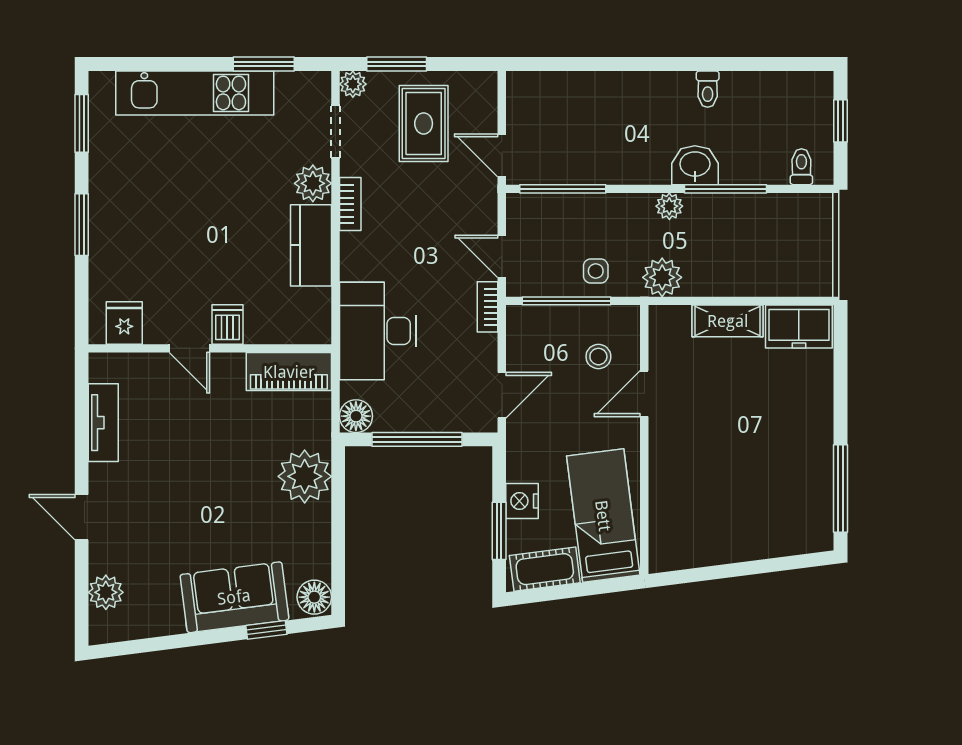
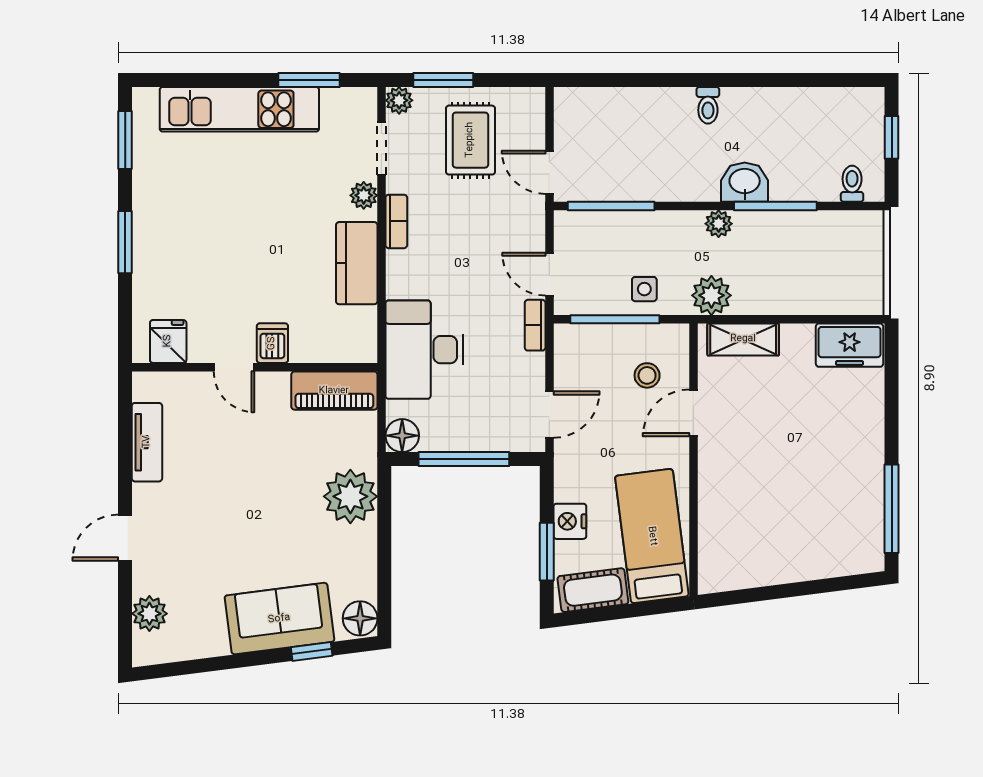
toilet: (708, 89) -> (708, 105), moved
plant: (313, 183) -> (364, 195), width x0.73, depth x0.73
shelving: (728, 321) -> (743, 339), moved
door: (82, 517) -> (125, 538), hinge flipped

